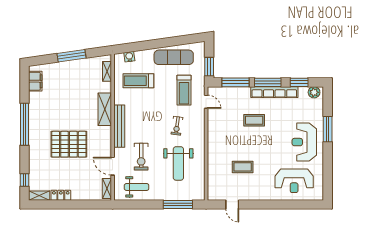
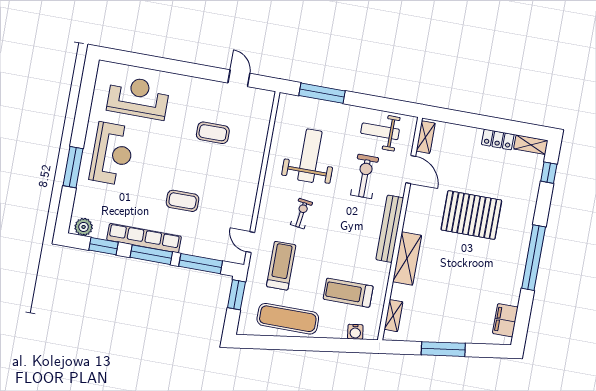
treadmill: (138, 81) -> (348, 293), turned 180

